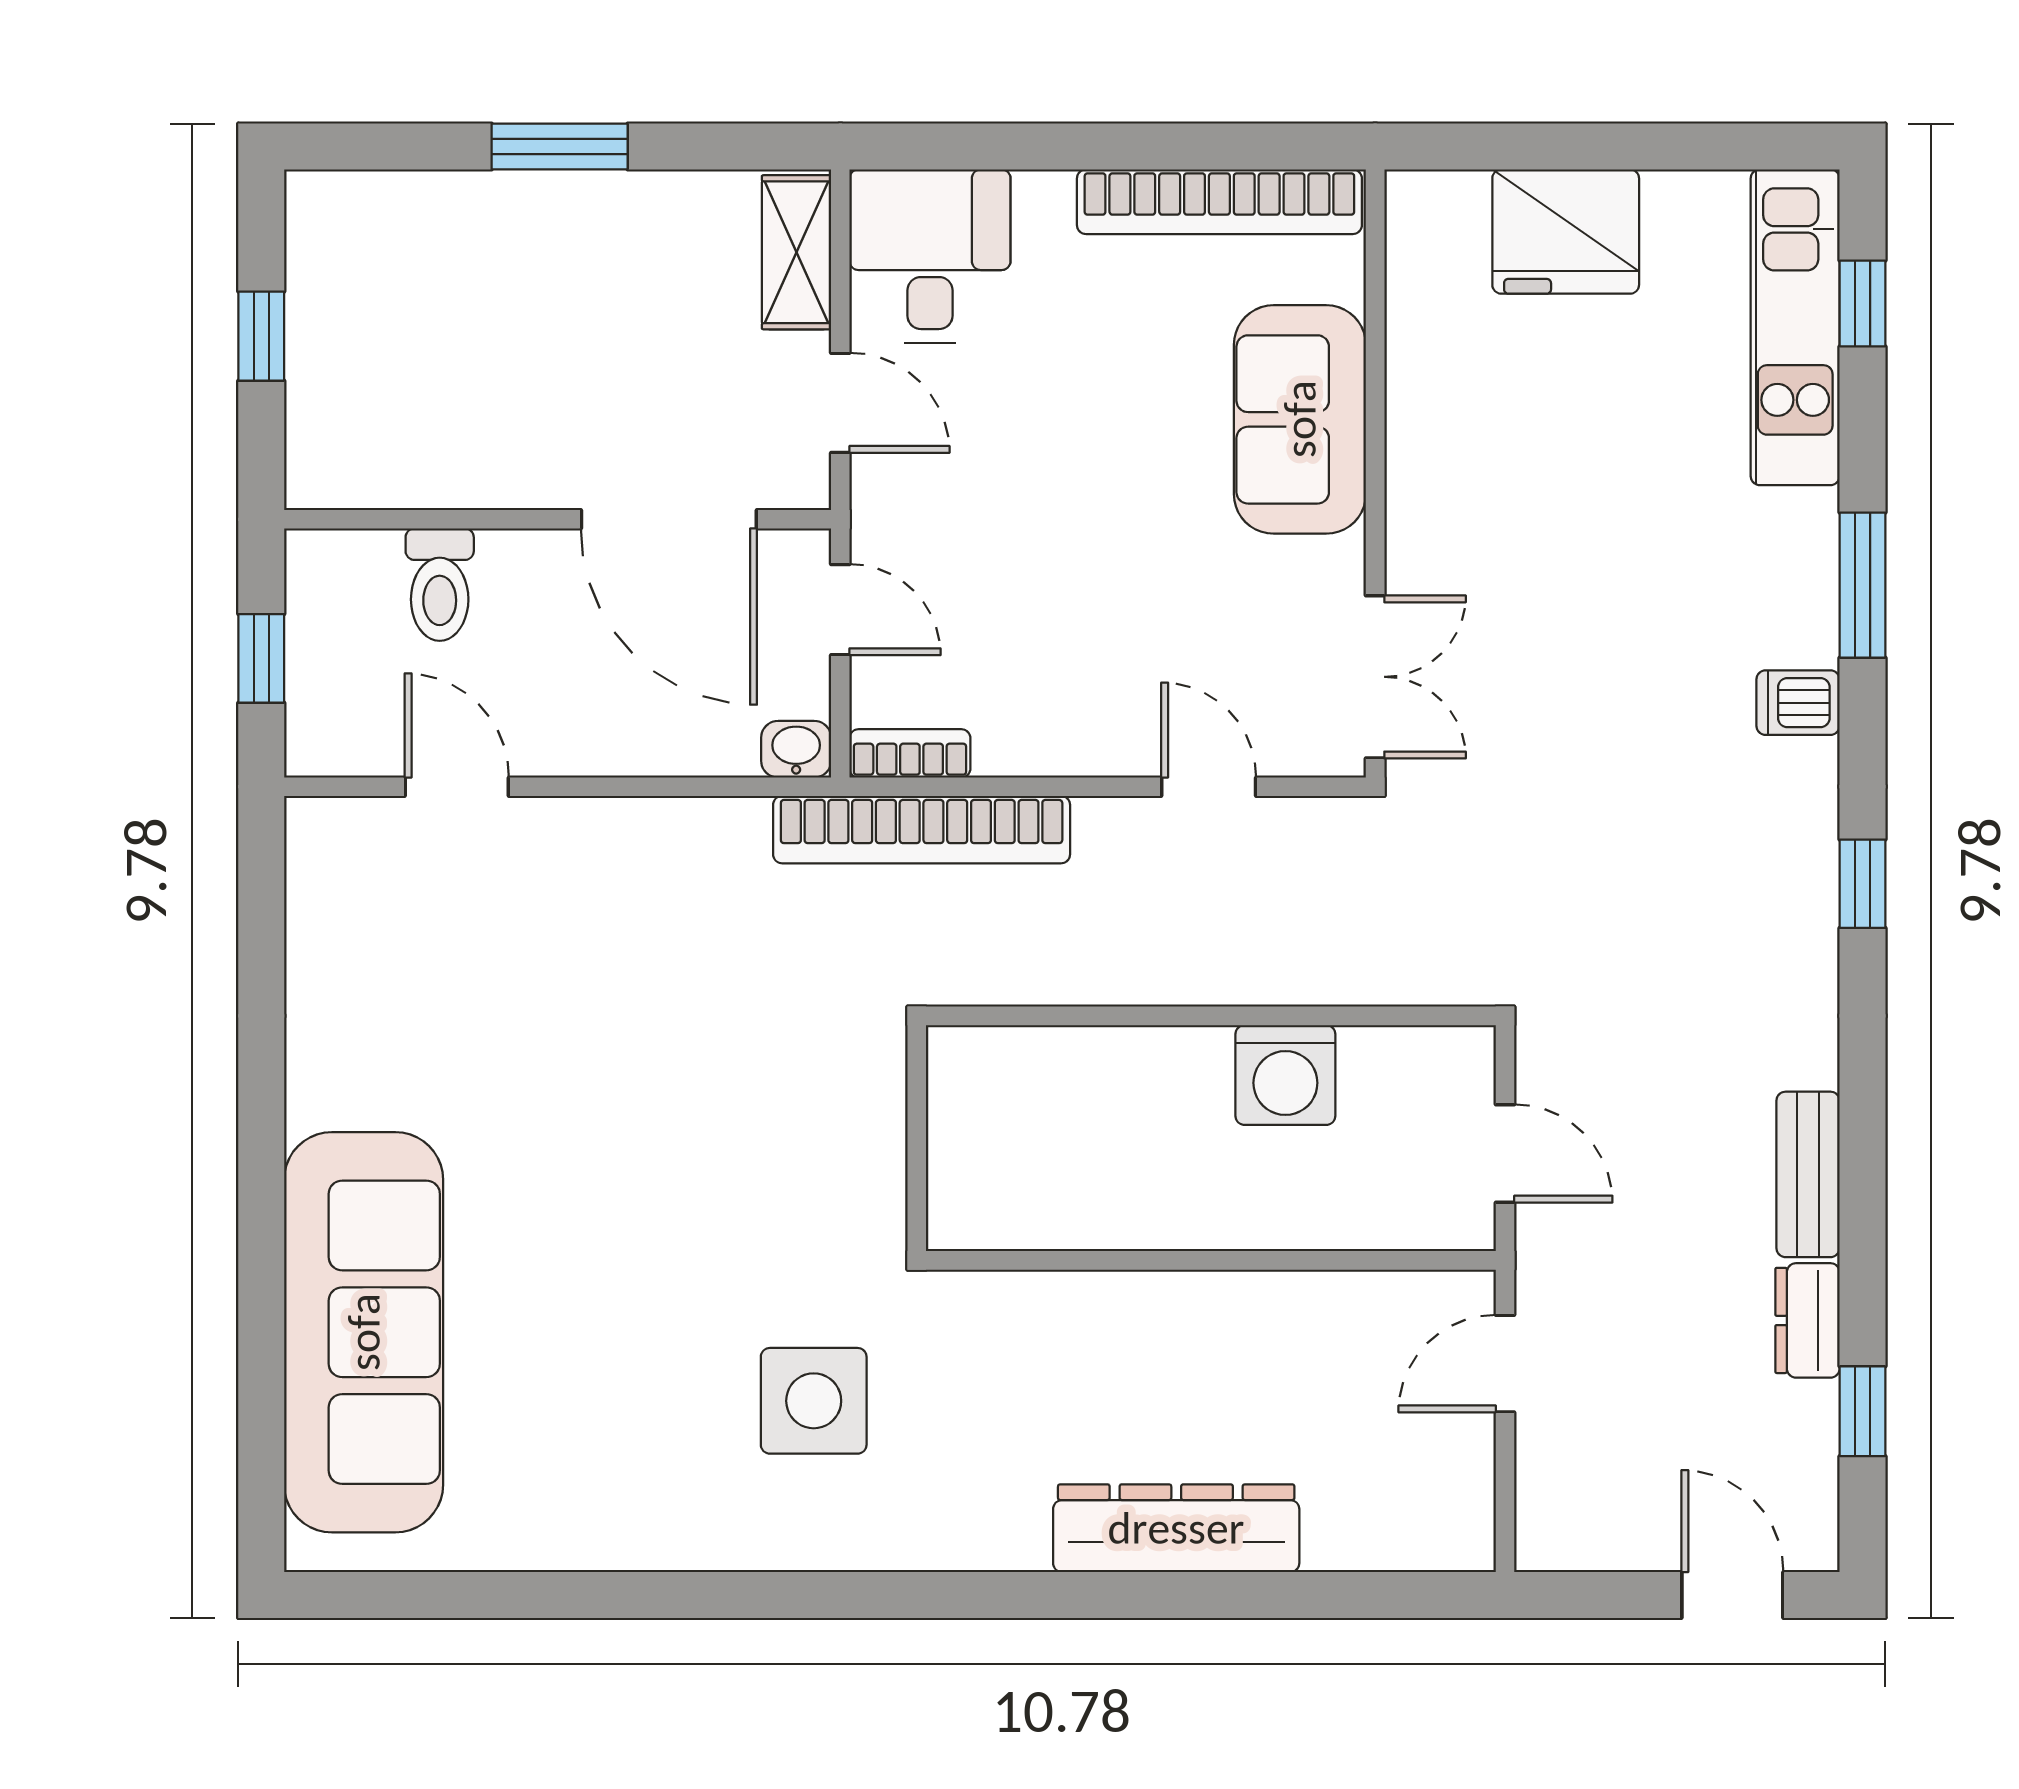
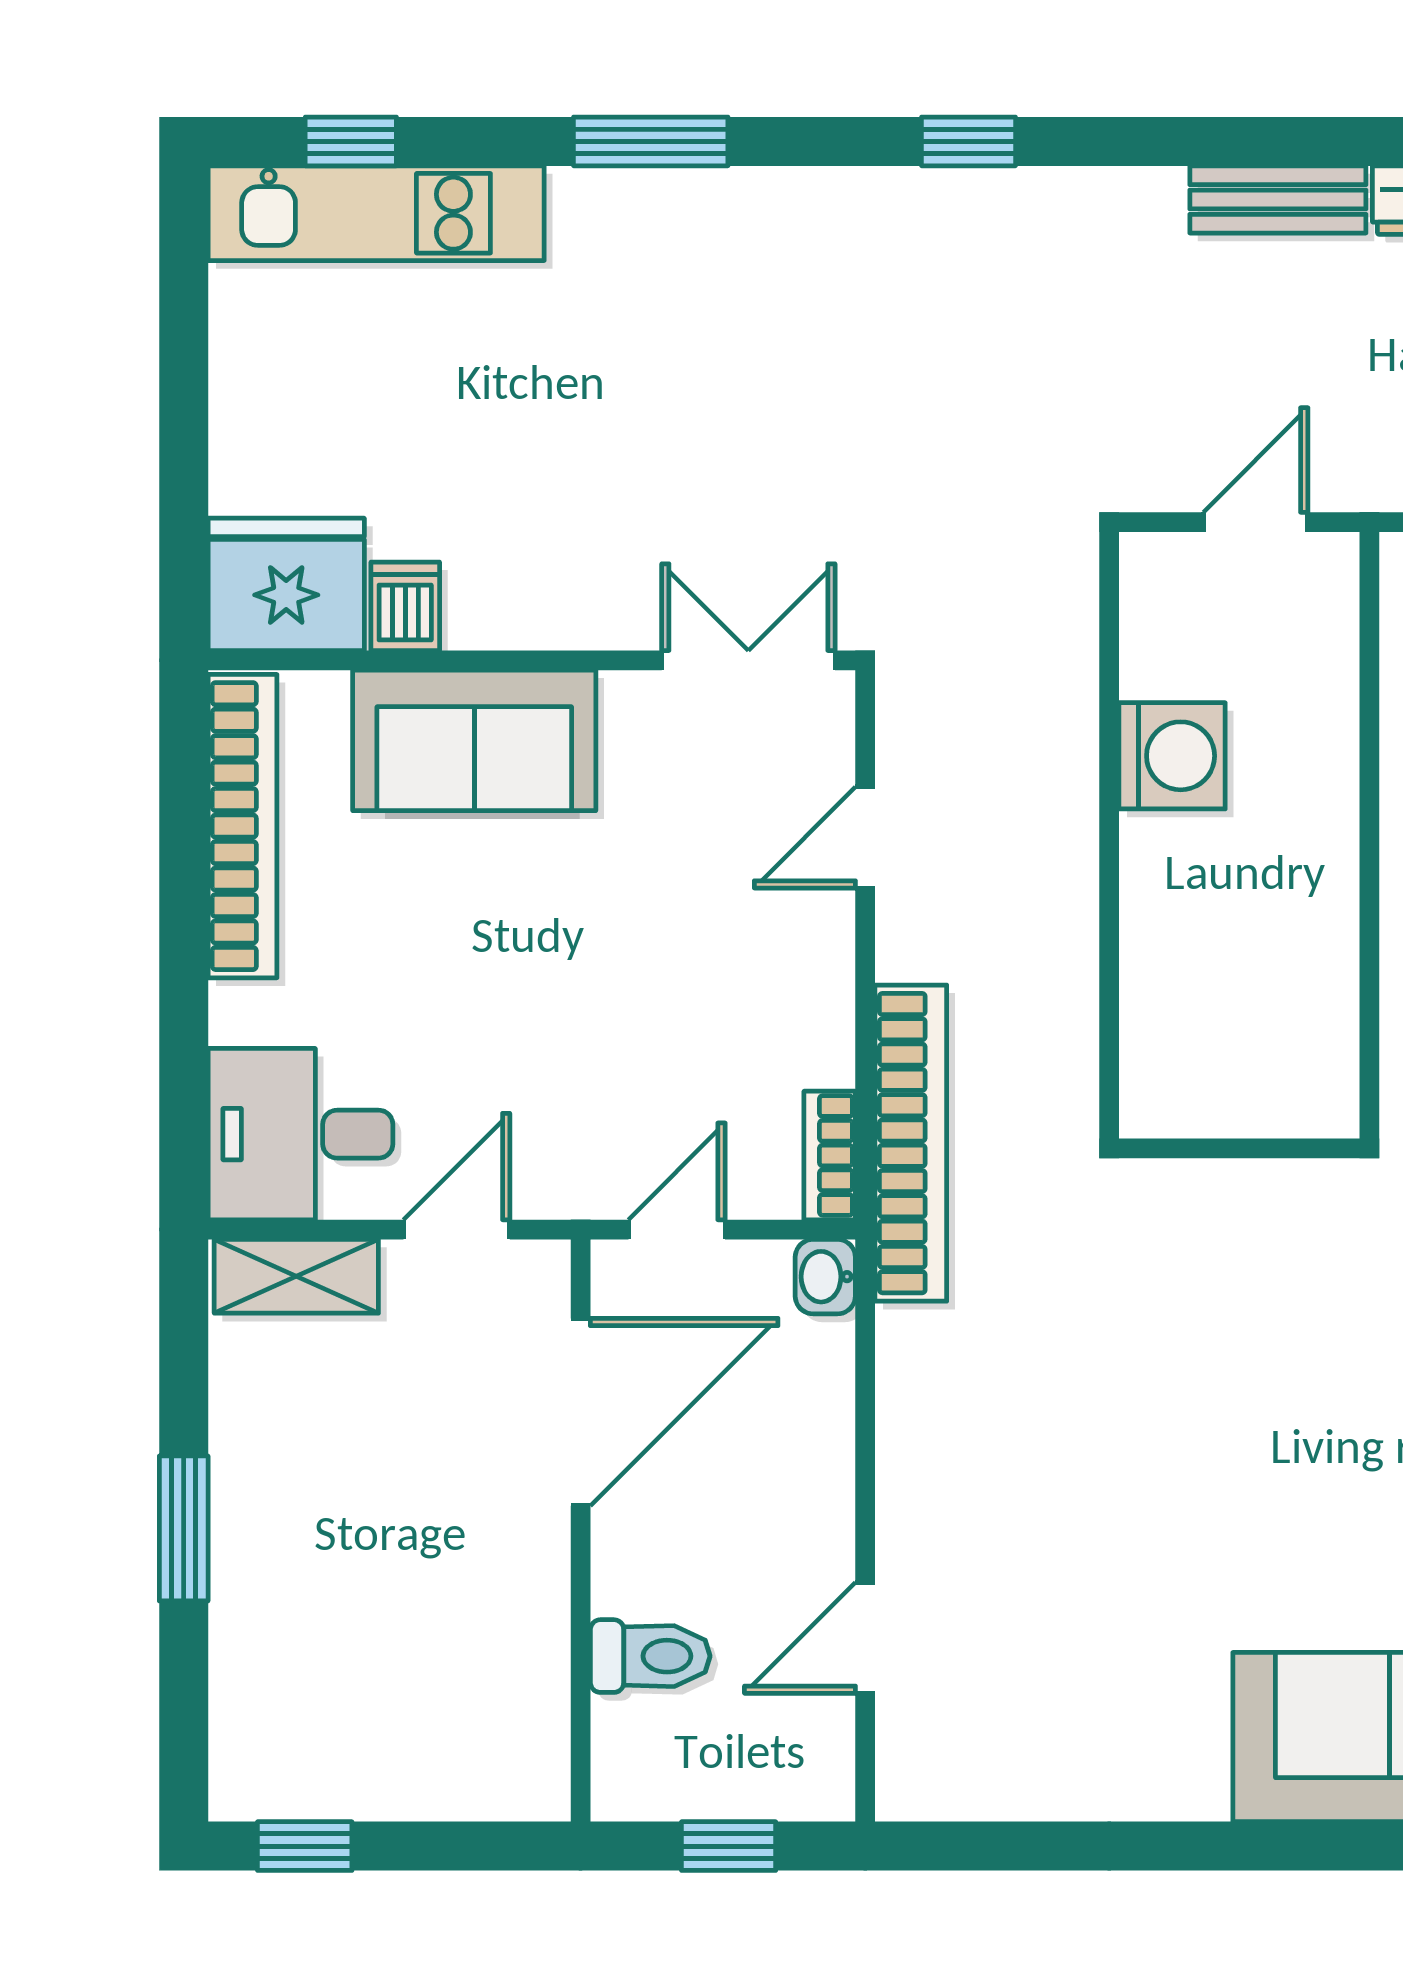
fridge: (1566, 232) -> (286, 584), moved, turned -90
window: (261, 336) -> (305, 1846), moved
dishwasher: (1798, 703) -> (405, 606), moved, turned 180

